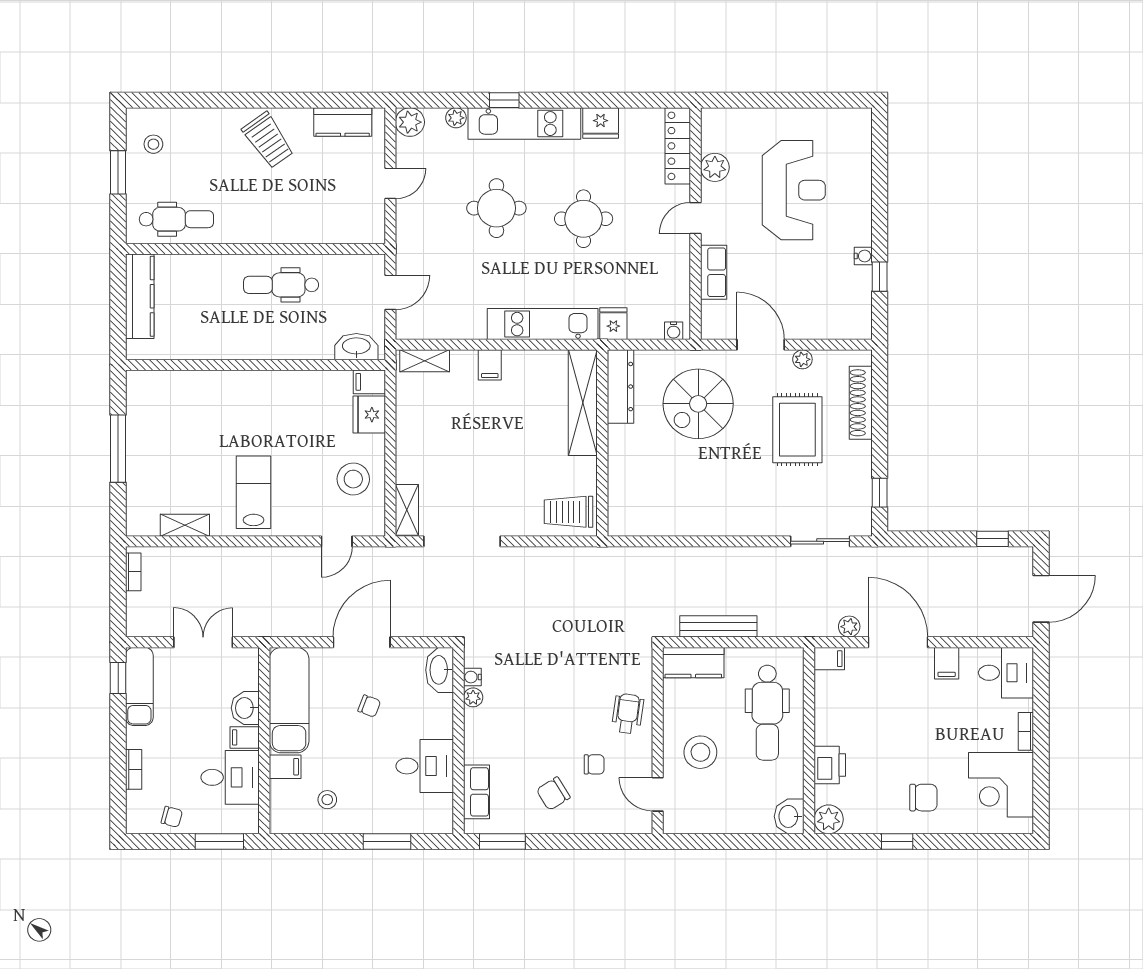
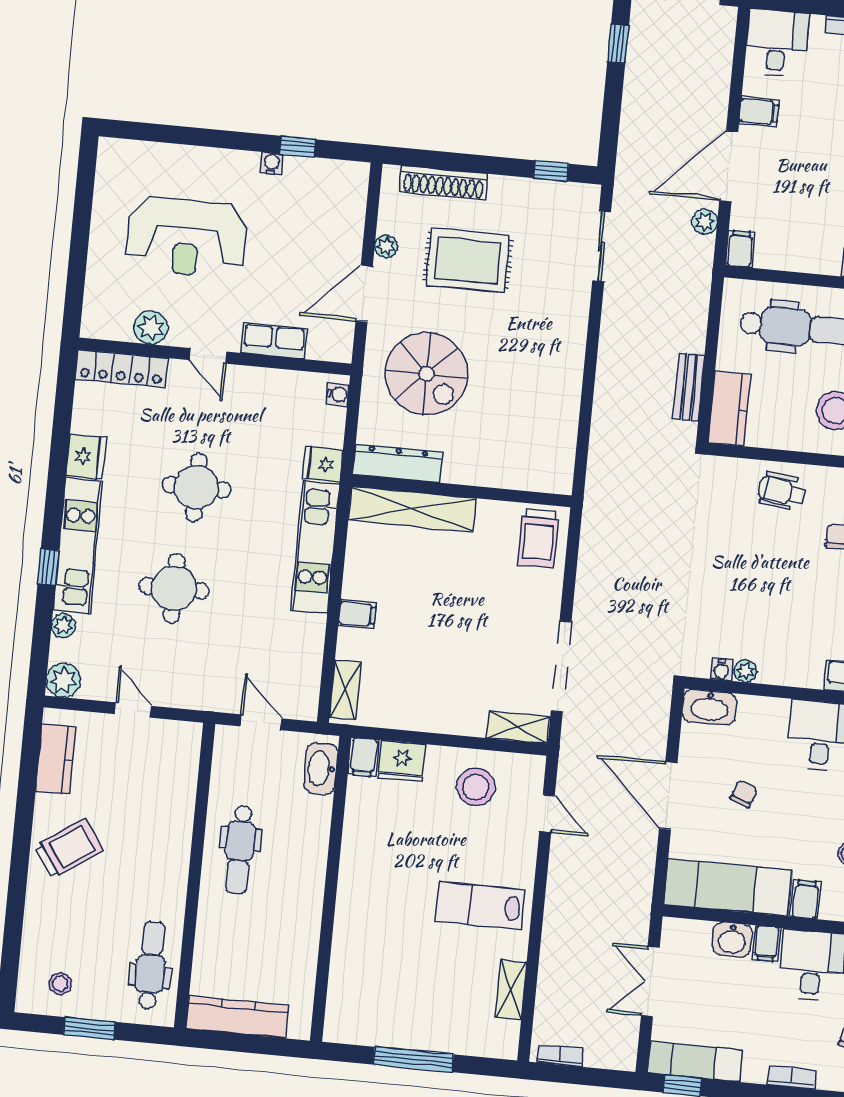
reception desk: (794, 190) -> (187, 237), turned 180
bench: (718, 626) -> (689, 387), width x0.73

